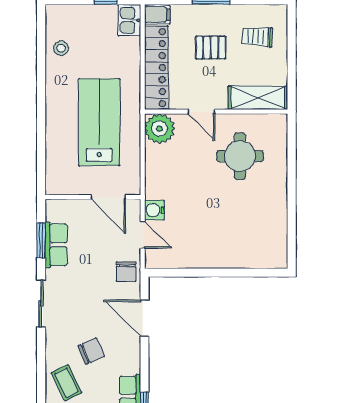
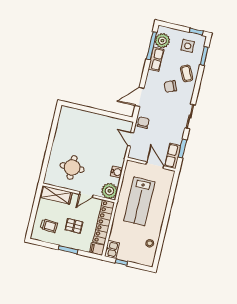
door: (201, 112) -> (86, 195), swing flipped
door: (108, 197) -> (155, 165), moved
water cooler: (154, 210) -> (117, 172), moved
row of seats: (56, 245) -> (173, 156), moved
door: (145, 318) -> (139, 97), swing flipped

